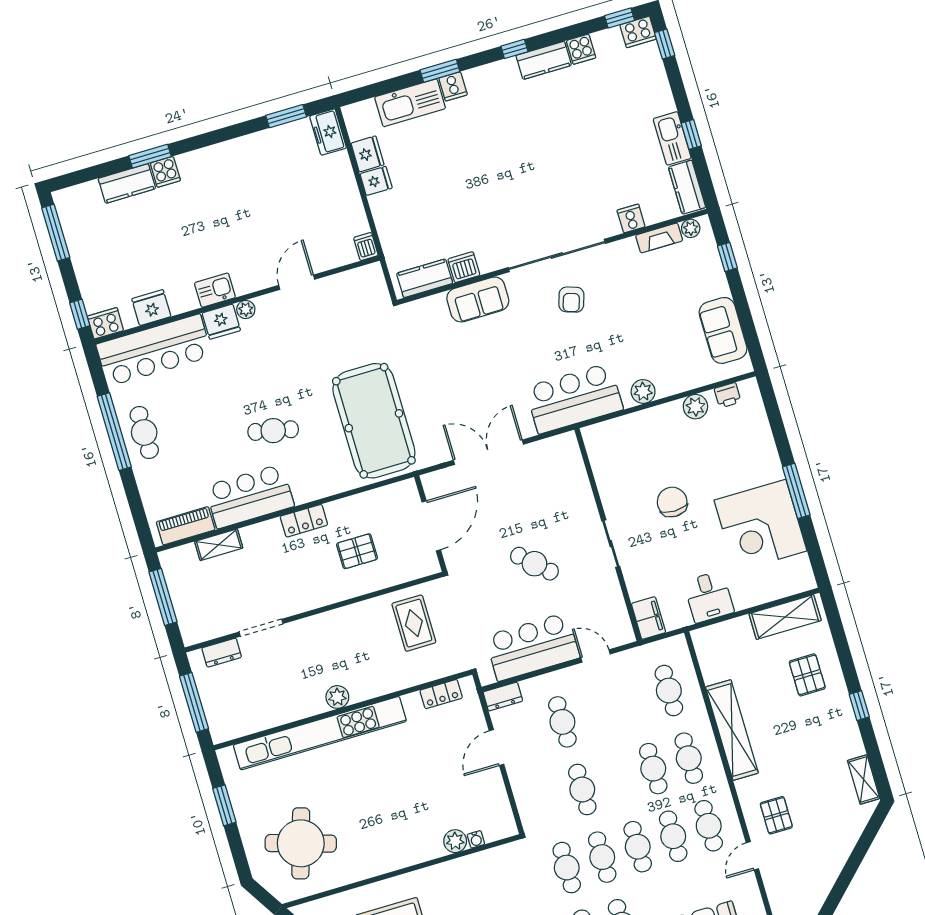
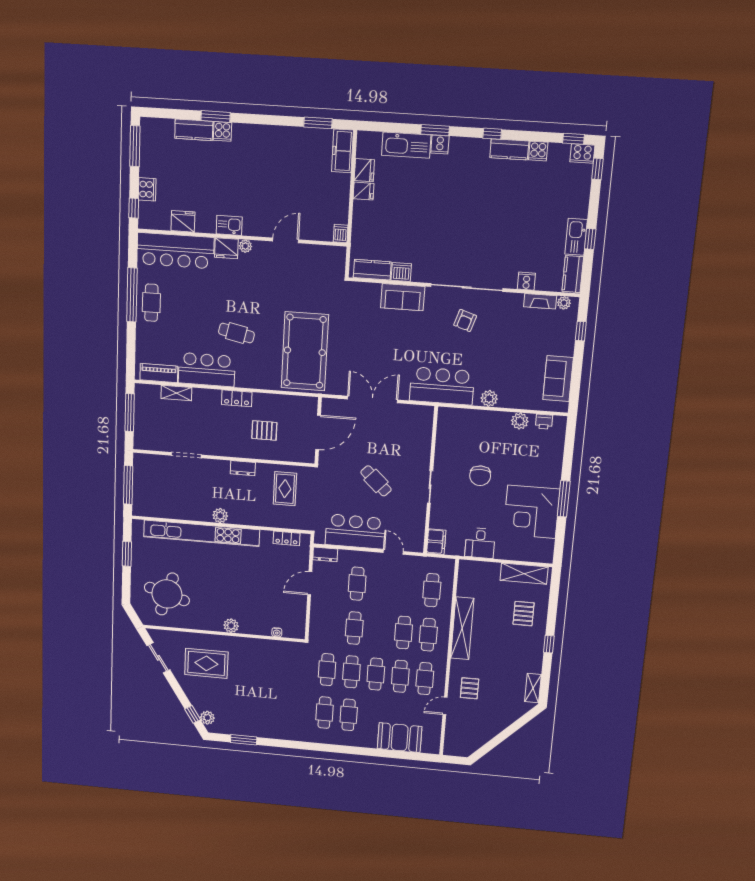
freezer: (328, 132) -> (342, 151), width x1.40
cooker: (105, 323) -> (147, 189), moved, turned 90
chair: (672, 502) -> (480, 476), turned 180
dresser: (222, 653) -> (243, 468), moved
plant: (455, 841) -> (231, 626), moved

